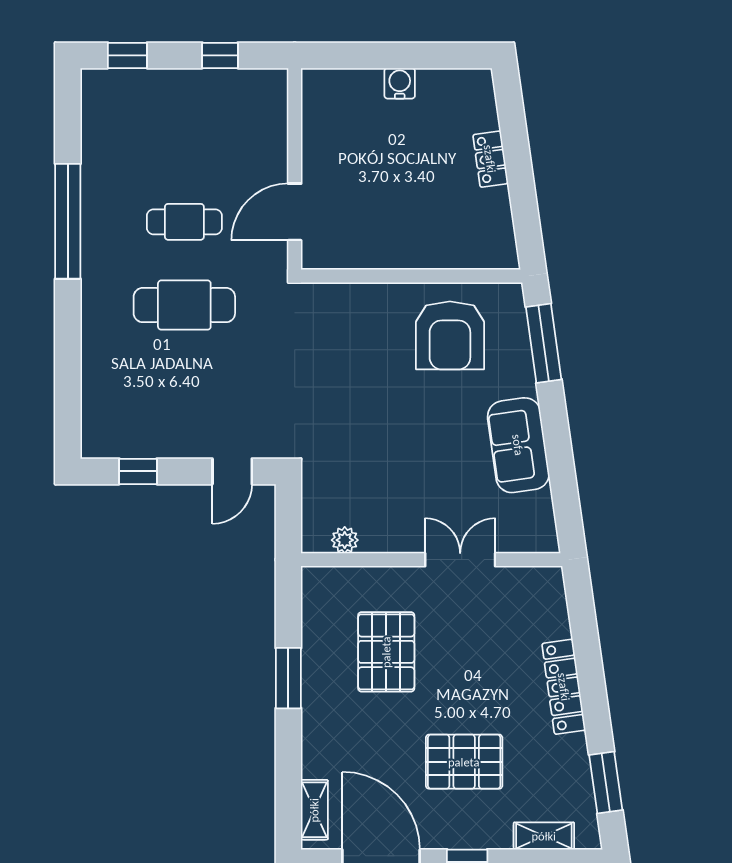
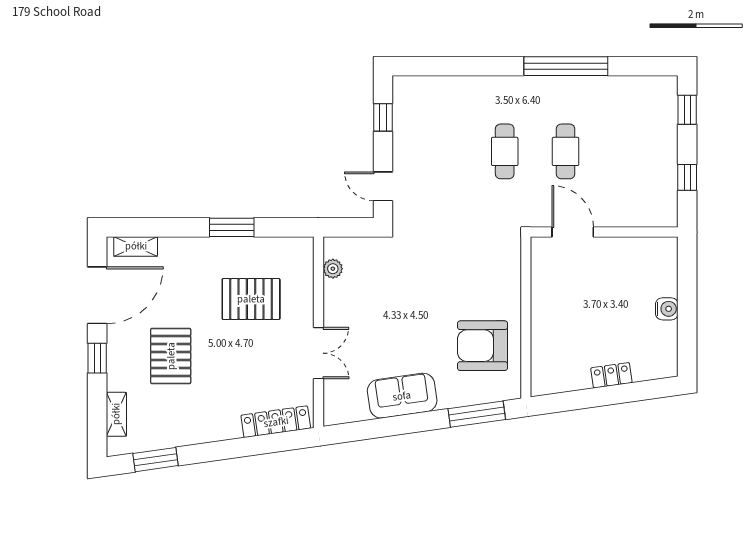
cafe table: (184, 305) -> (505, 151), width x0.73, depth x0.74
locker: (564, 687) -> (276, 422), moved

